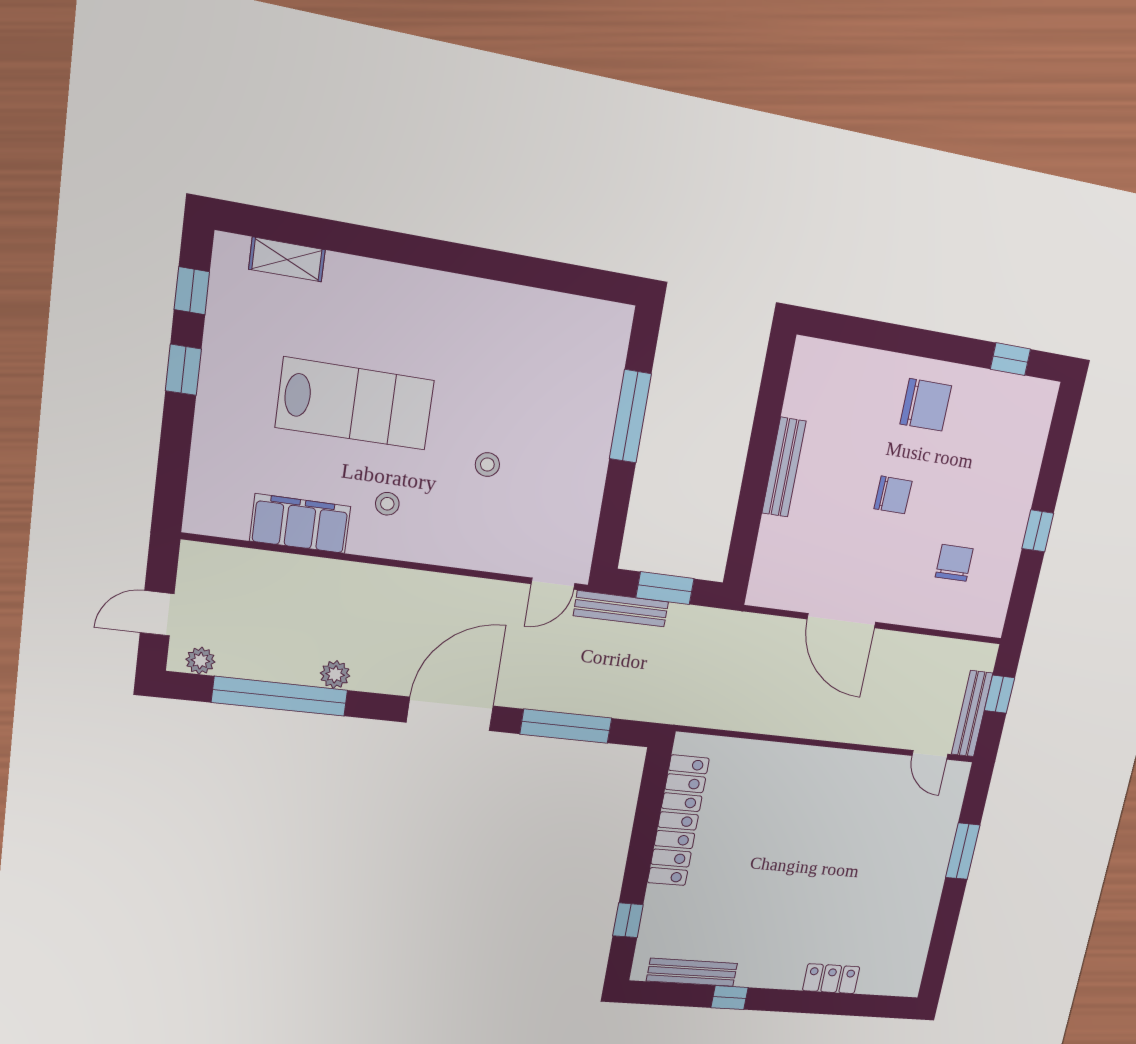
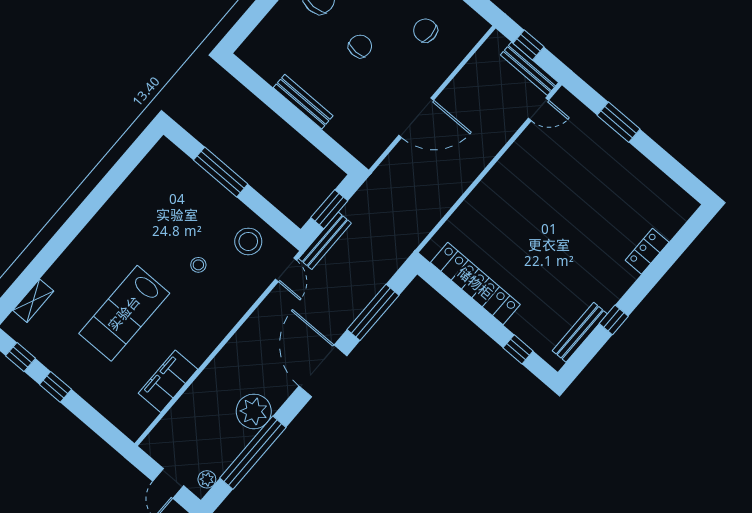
lab bench: (355, 404) -> (124, 313), turned 180
stool: (387, 504) -> (248, 241), moved, width x1.89, depth x1.89
plant: (335, 674) -> (254, 411), width x1.87, depth x1.87

